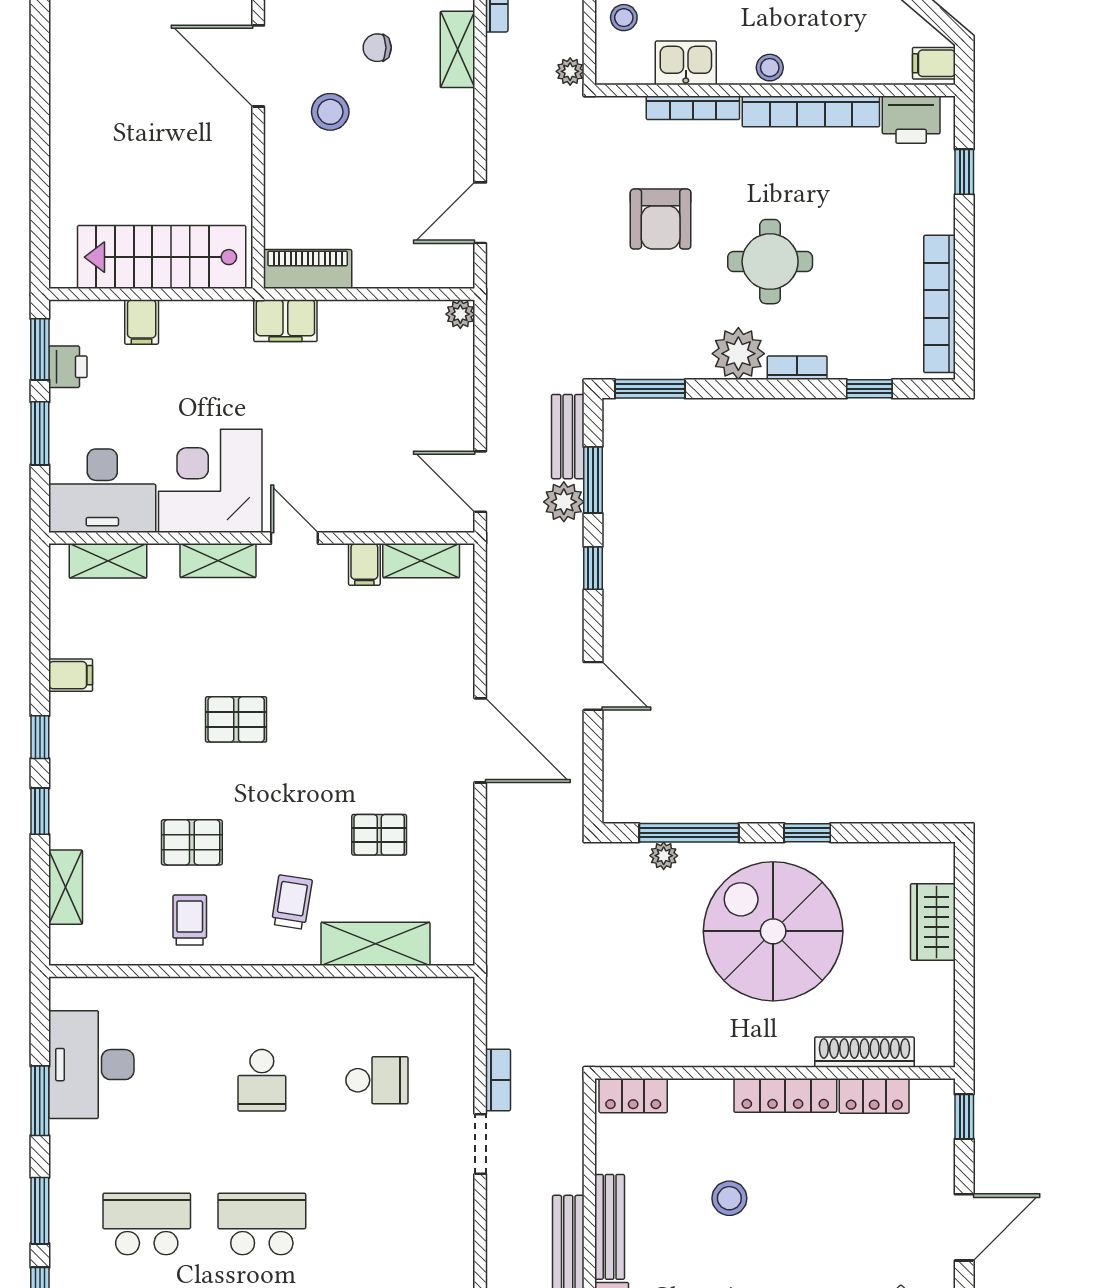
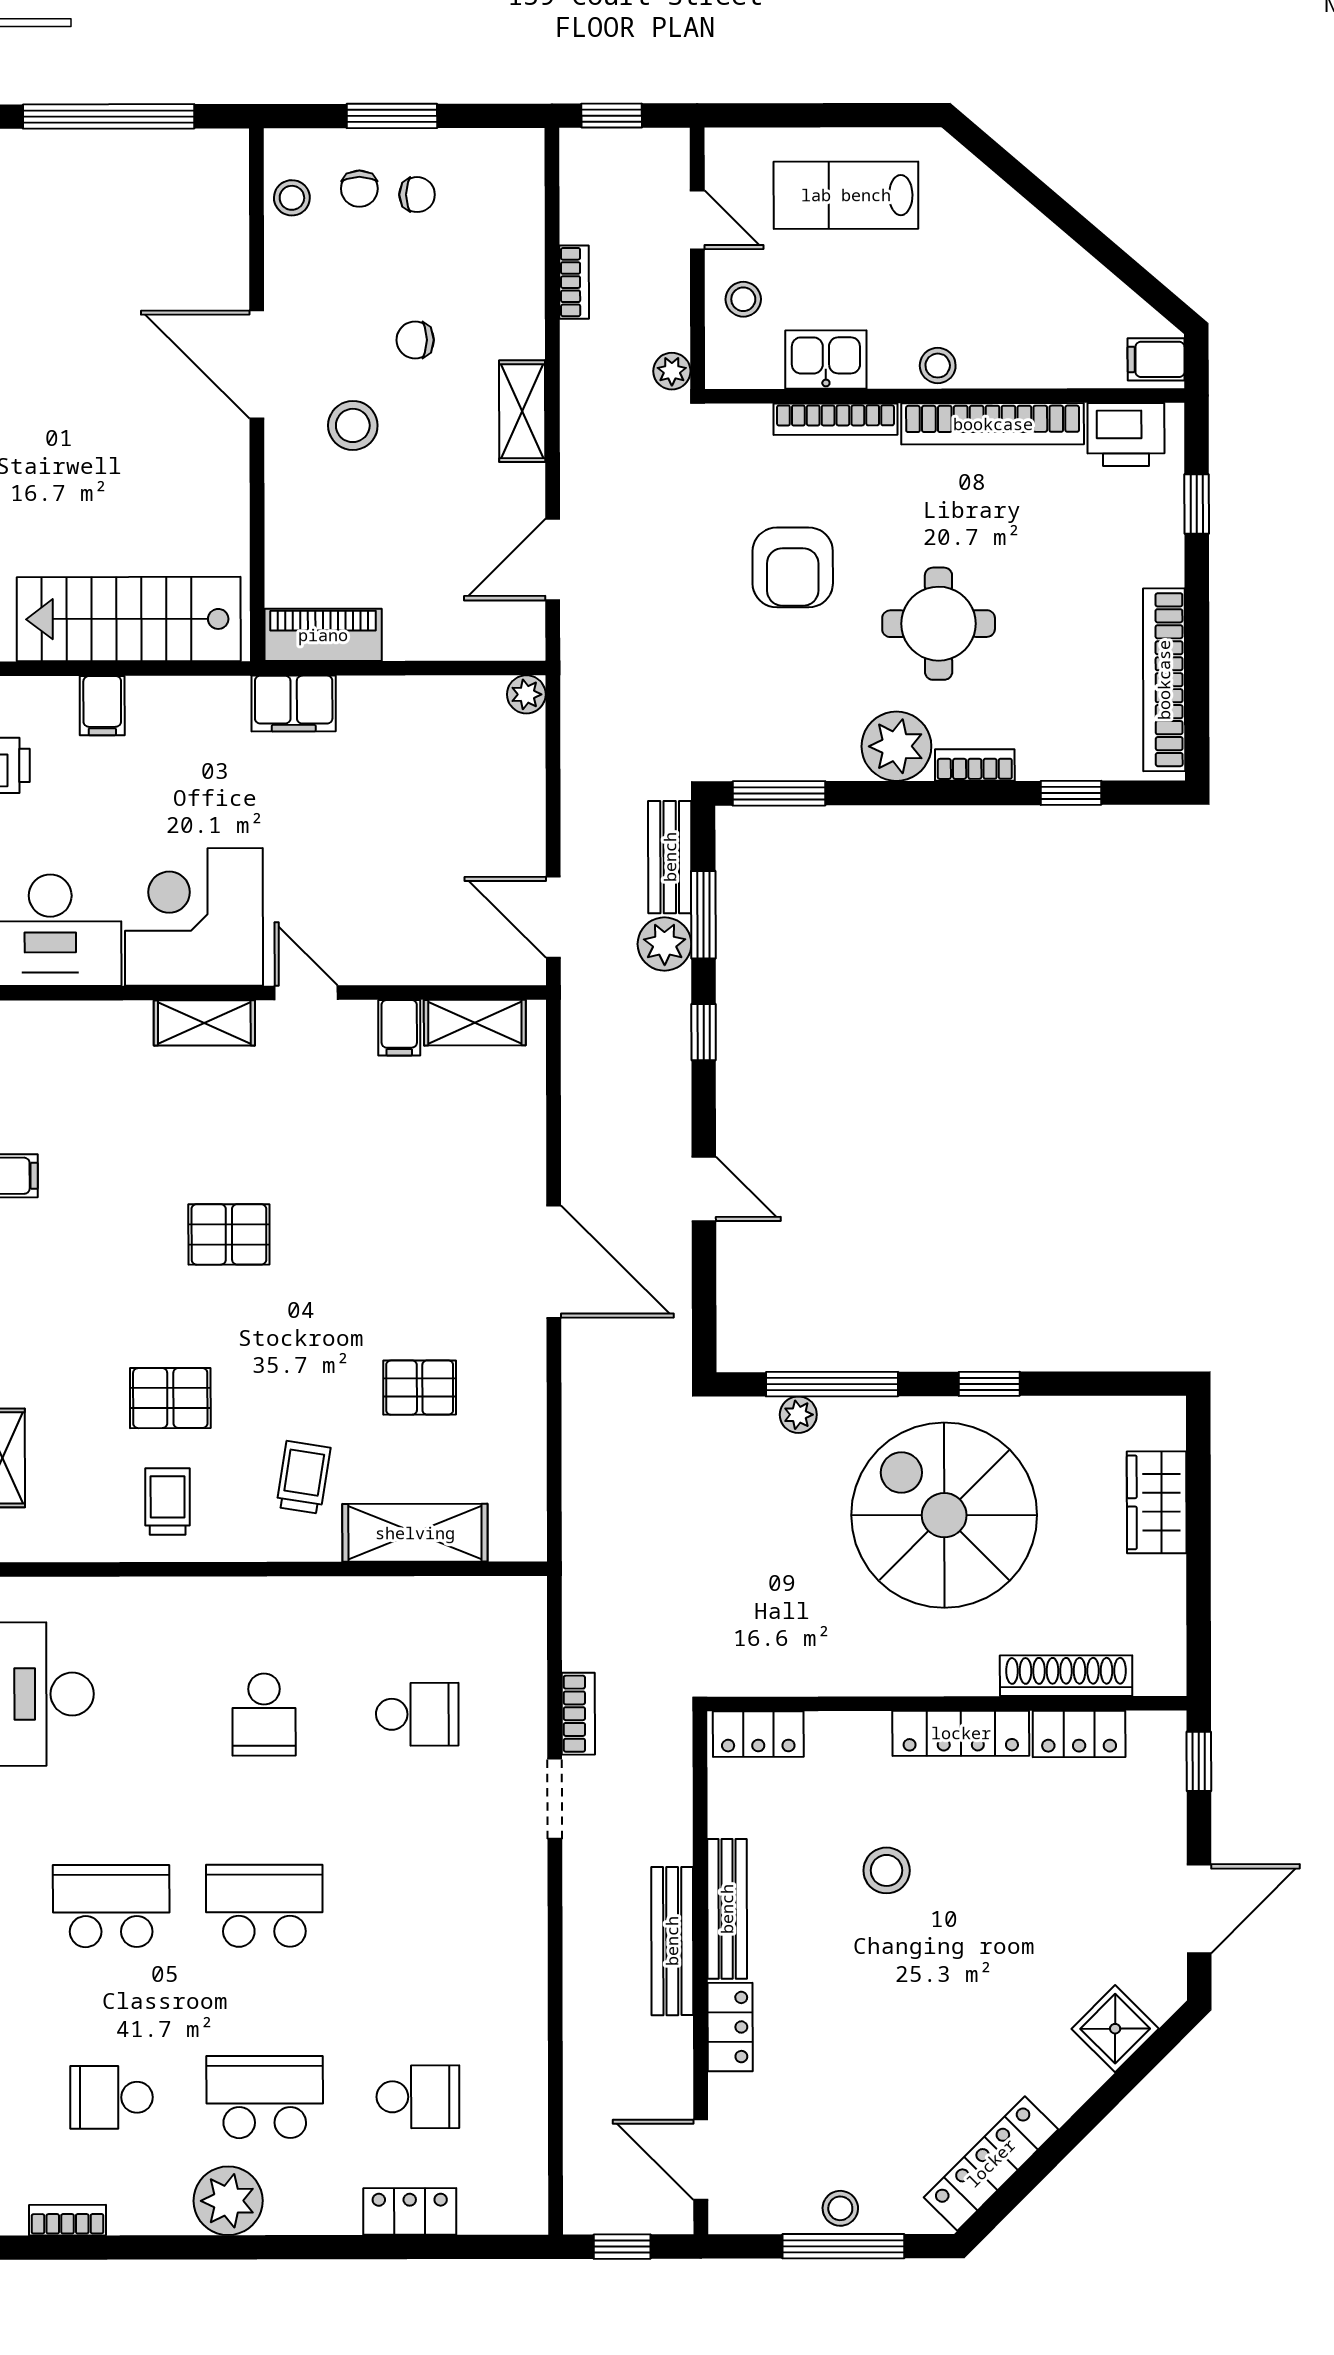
shelving: (458, 49) -> (522, 411), moved
shelving: (108, 561) -> (58, 1024), removed

